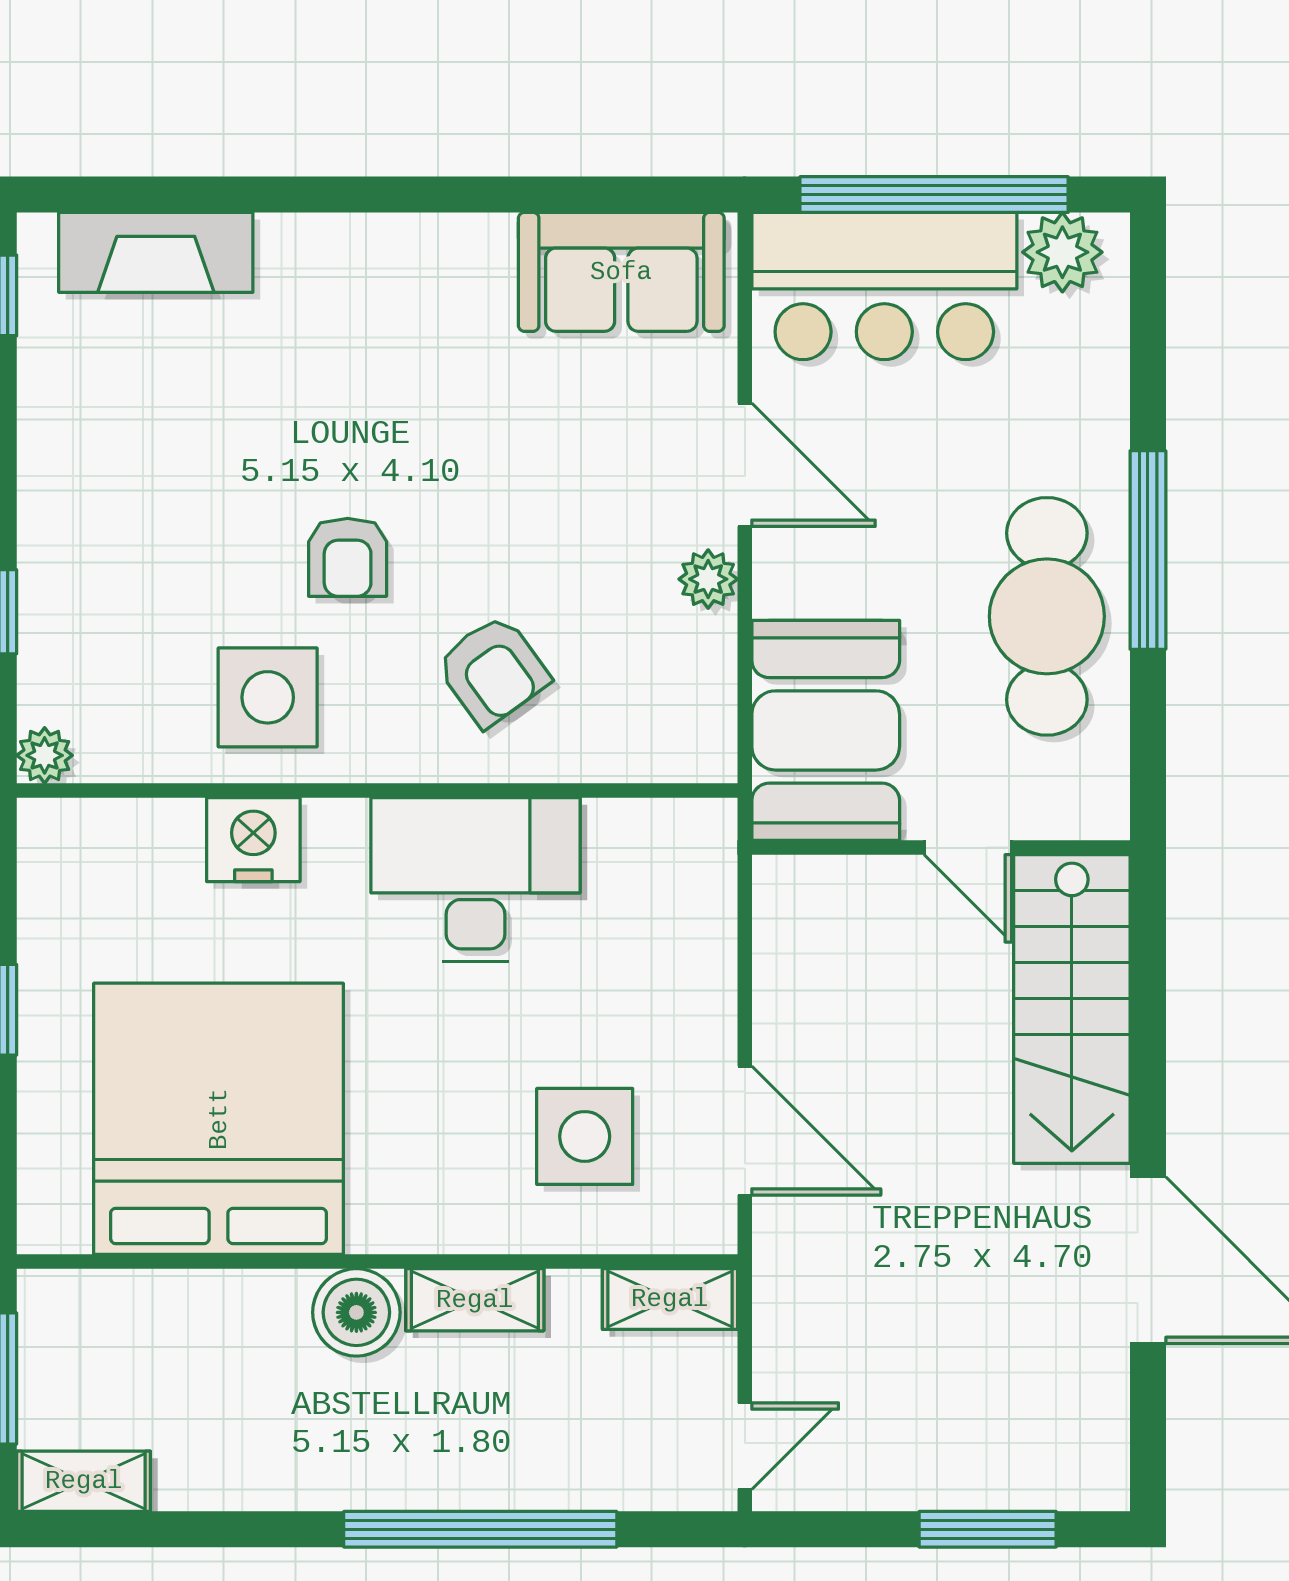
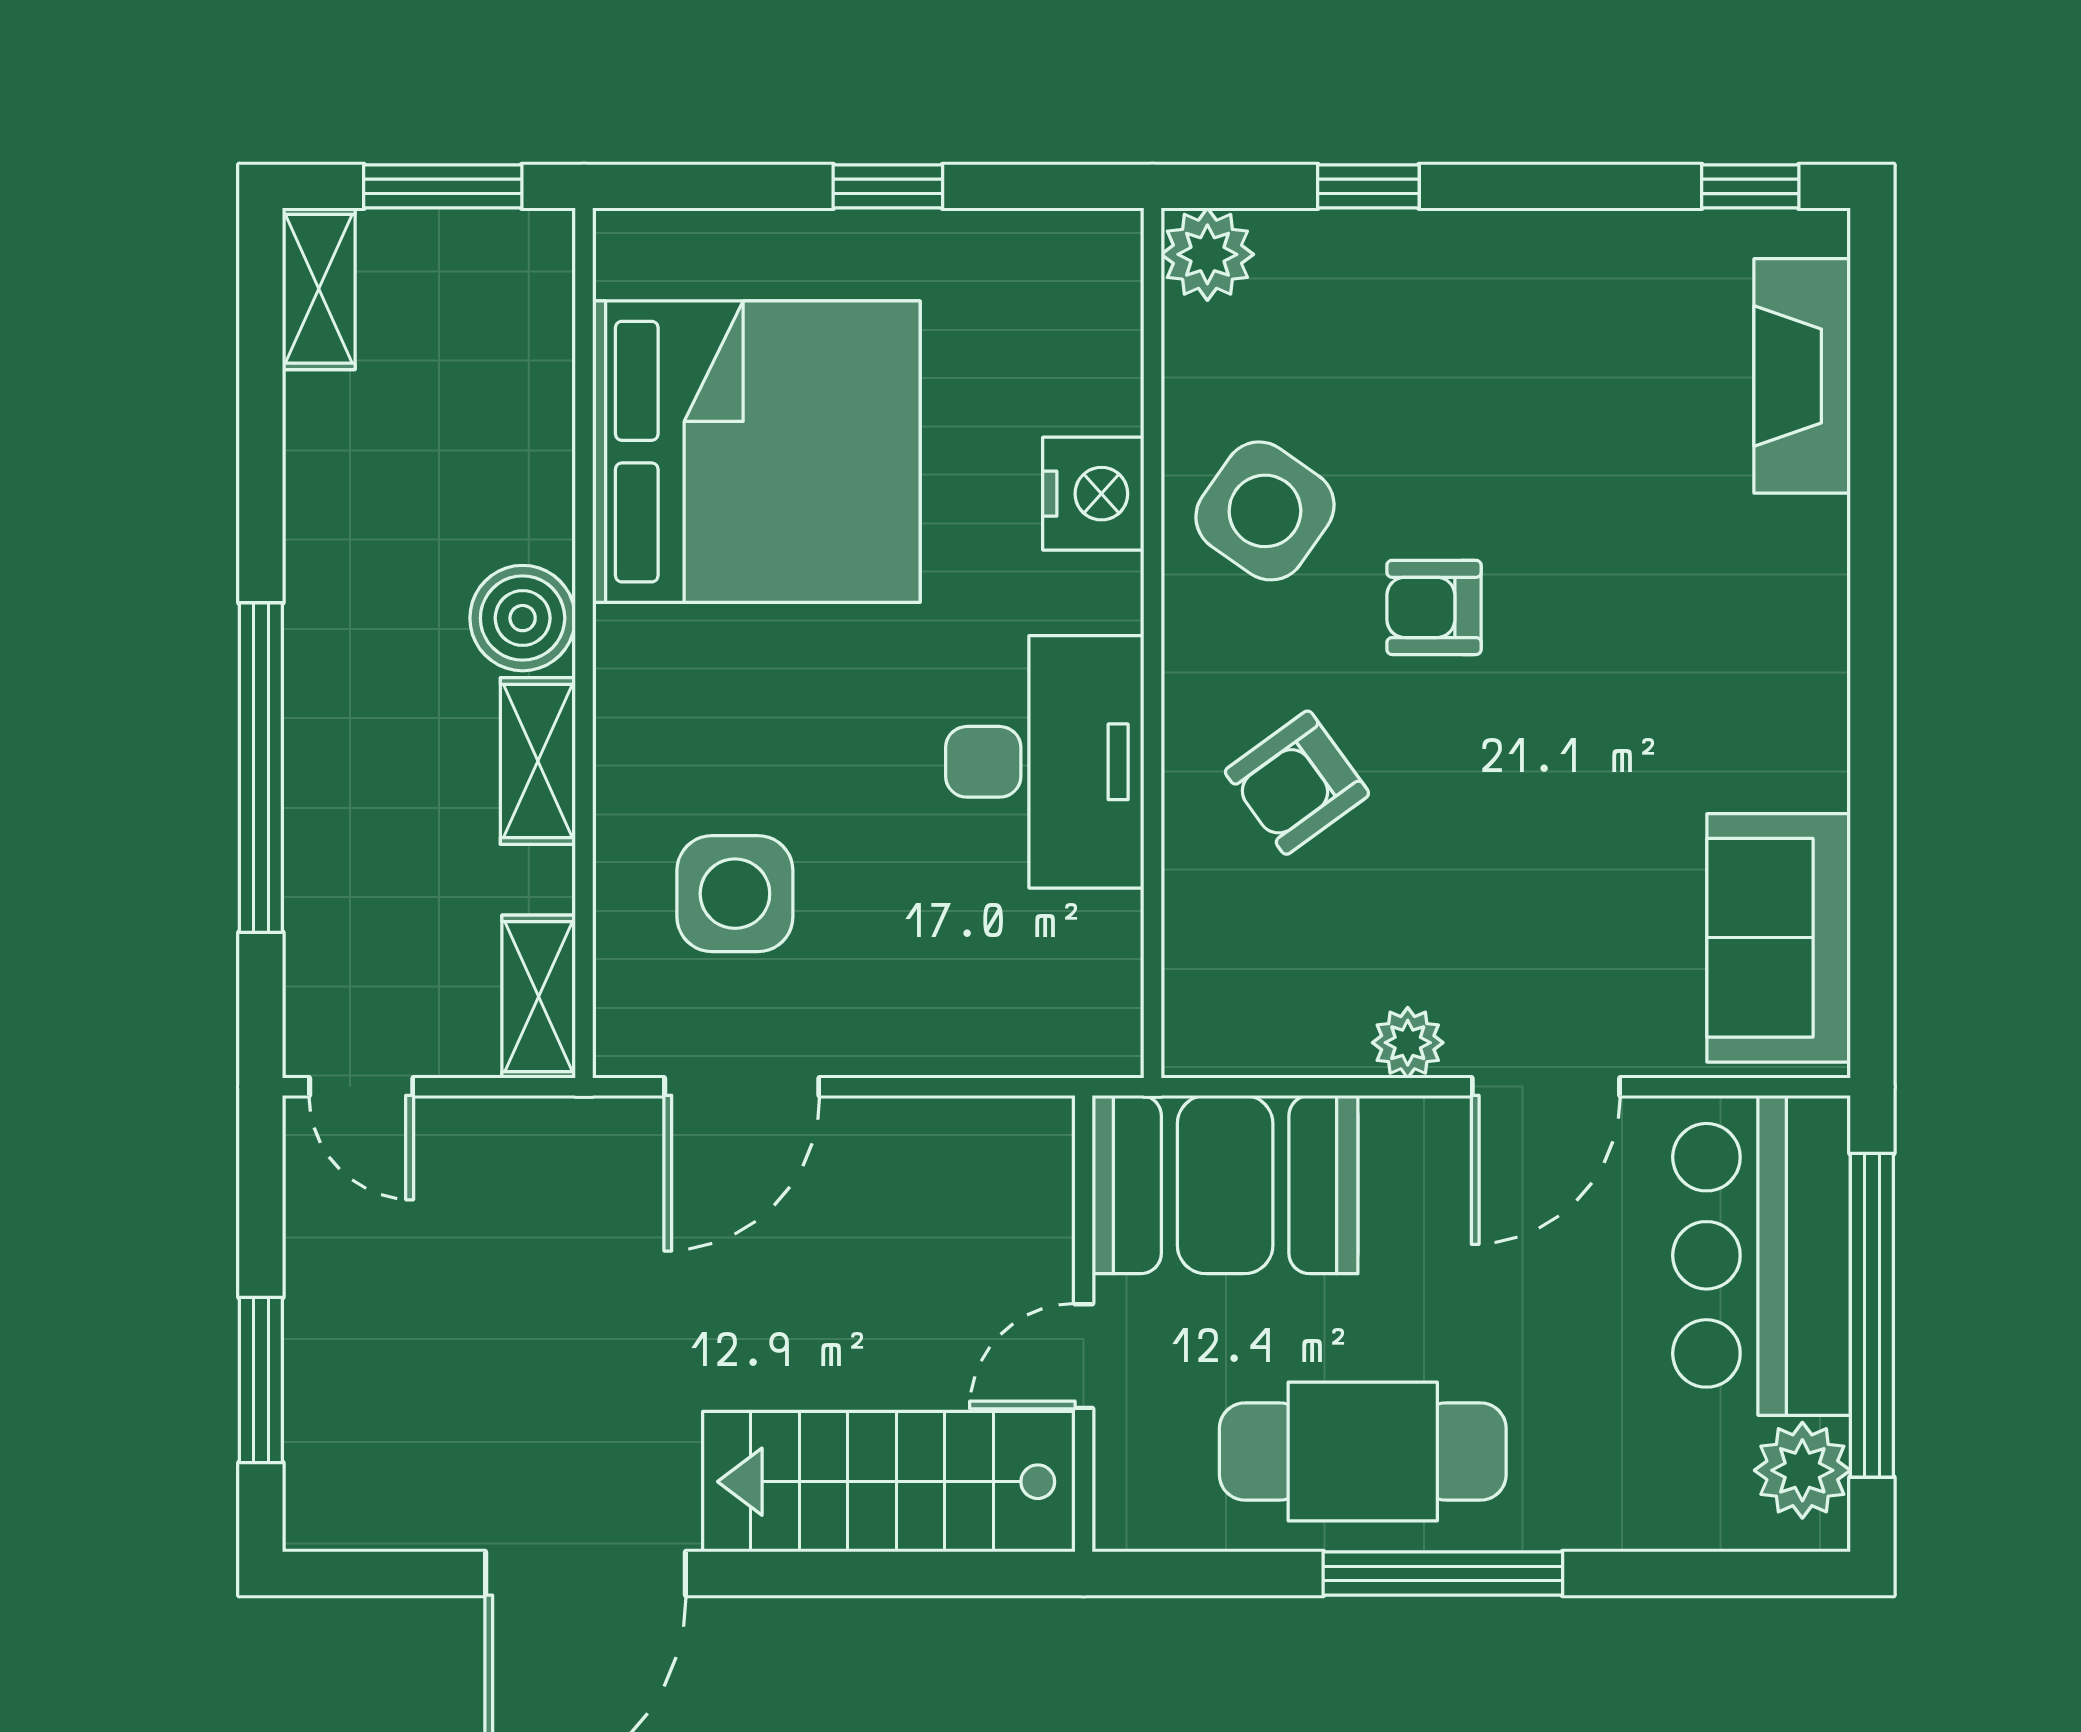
side table: (268, 697) -> (1265, 511), turned 35
plant: (45, 755) -> (1207, 254), width x1.38, depth x1.38

